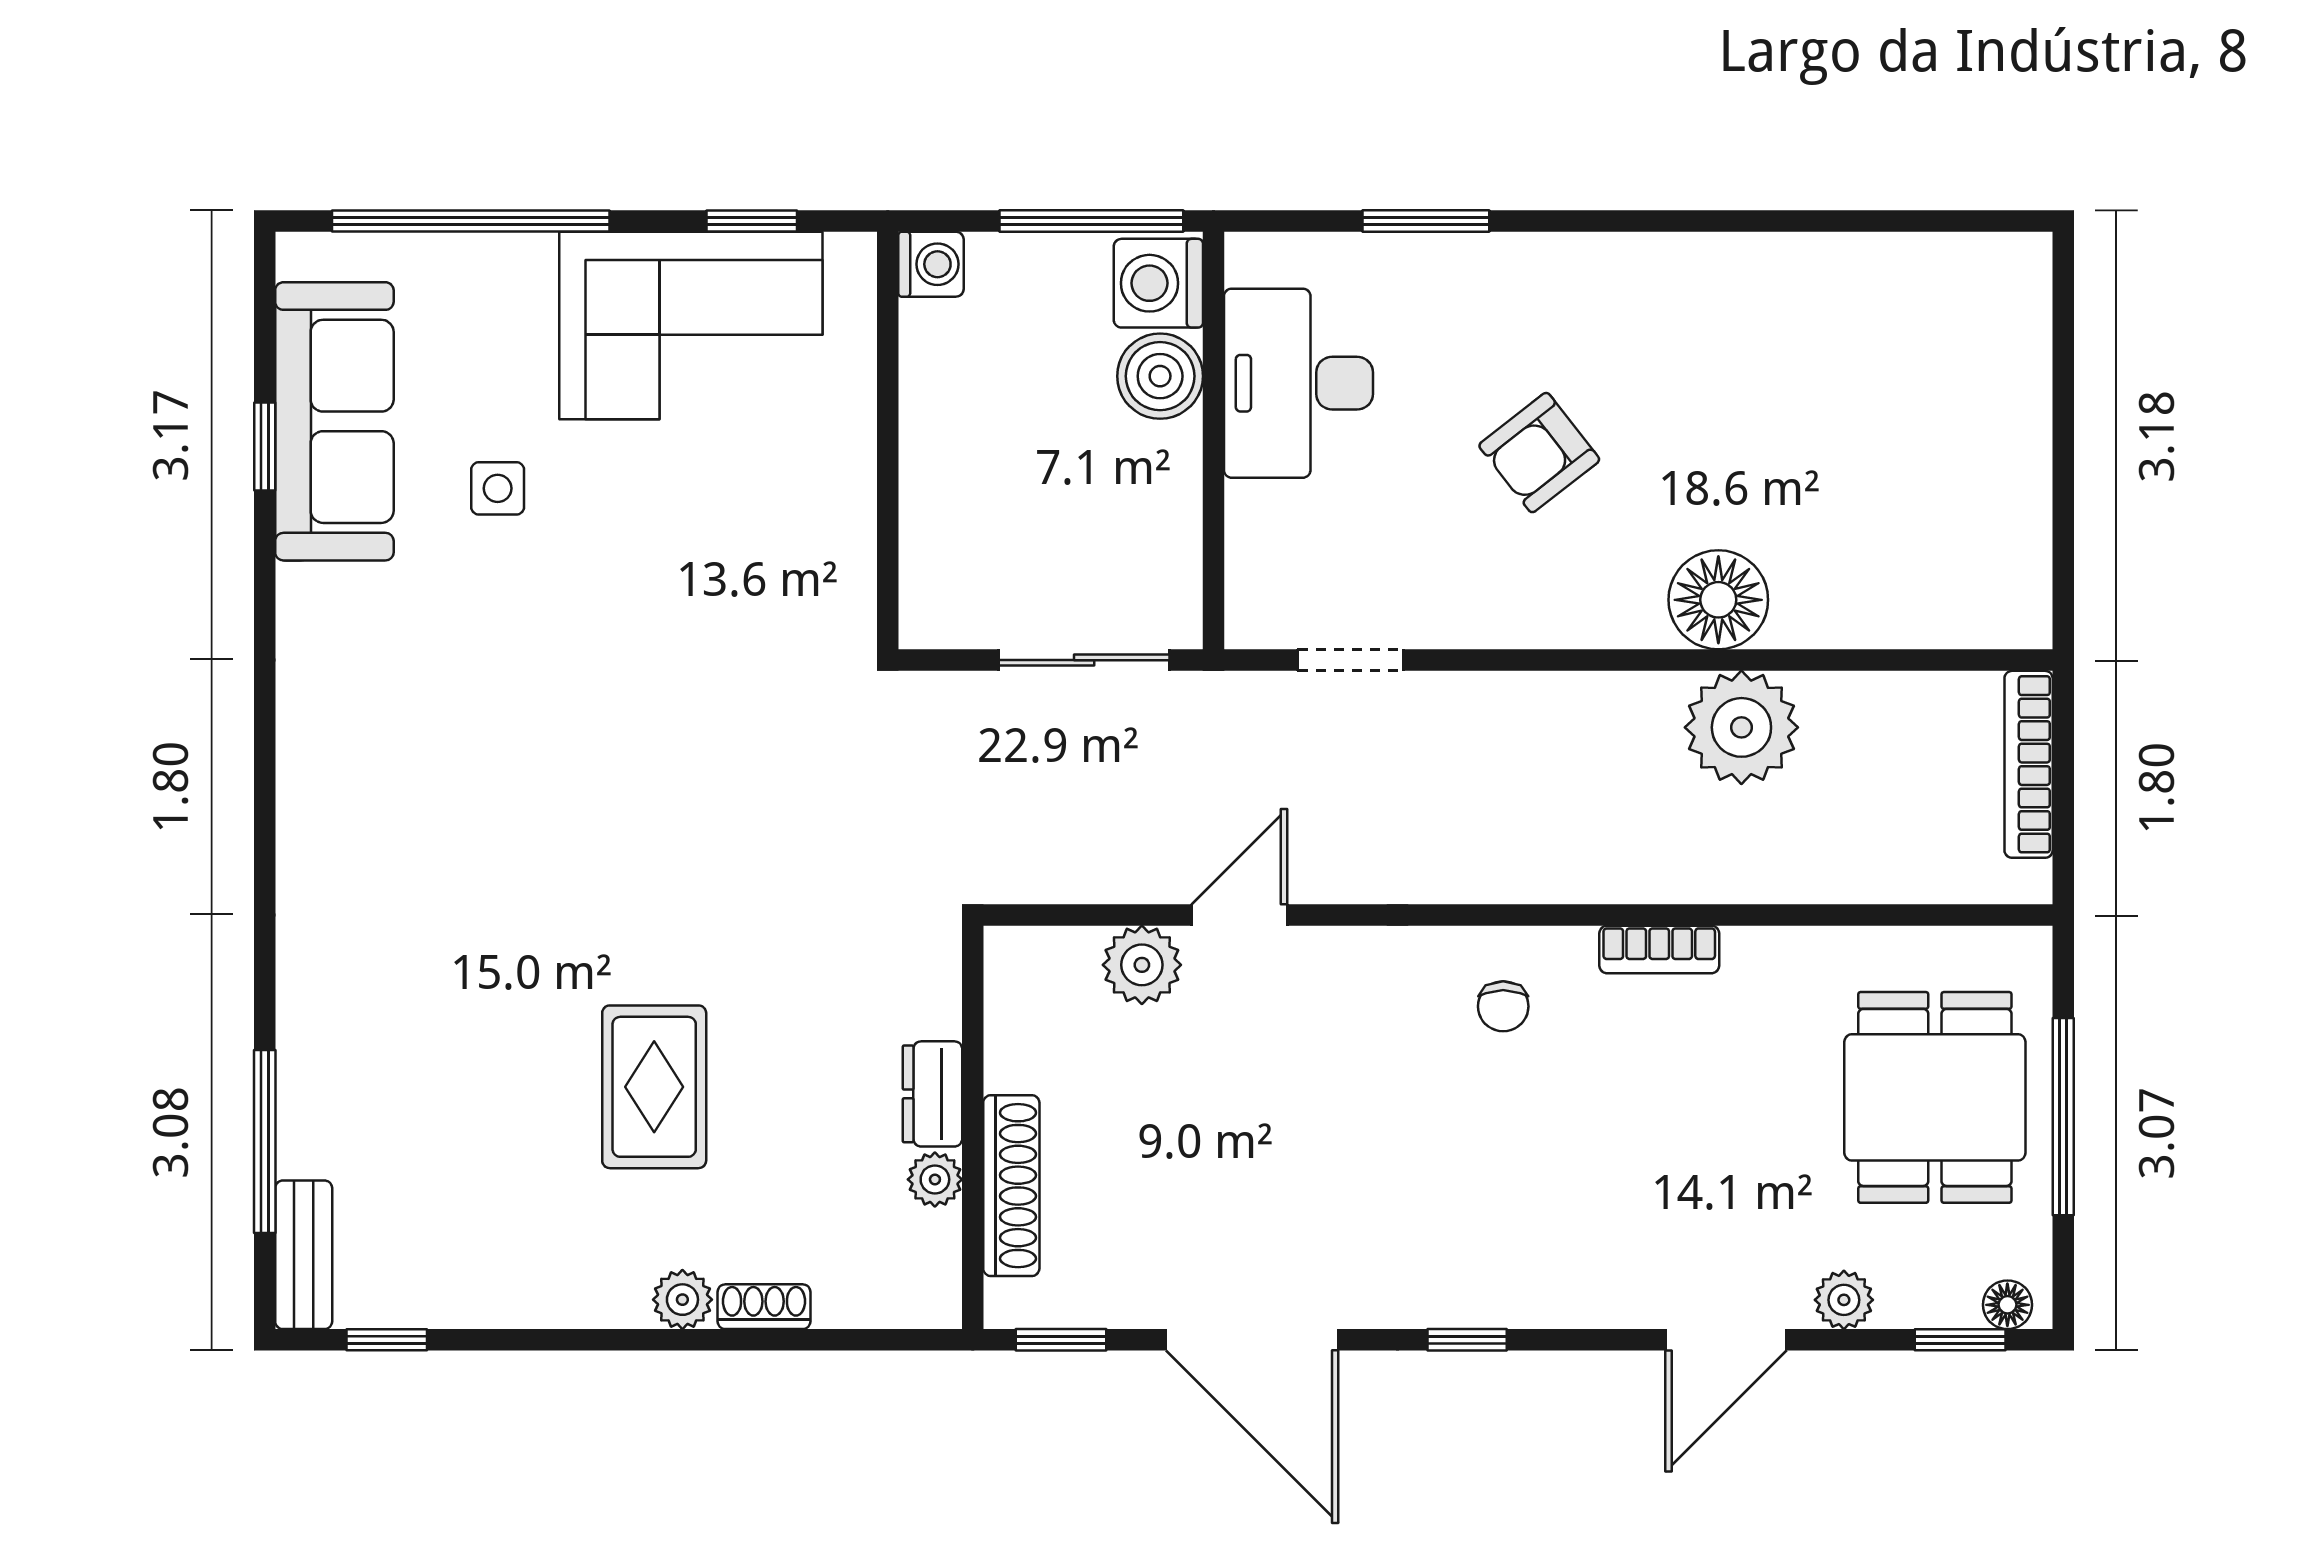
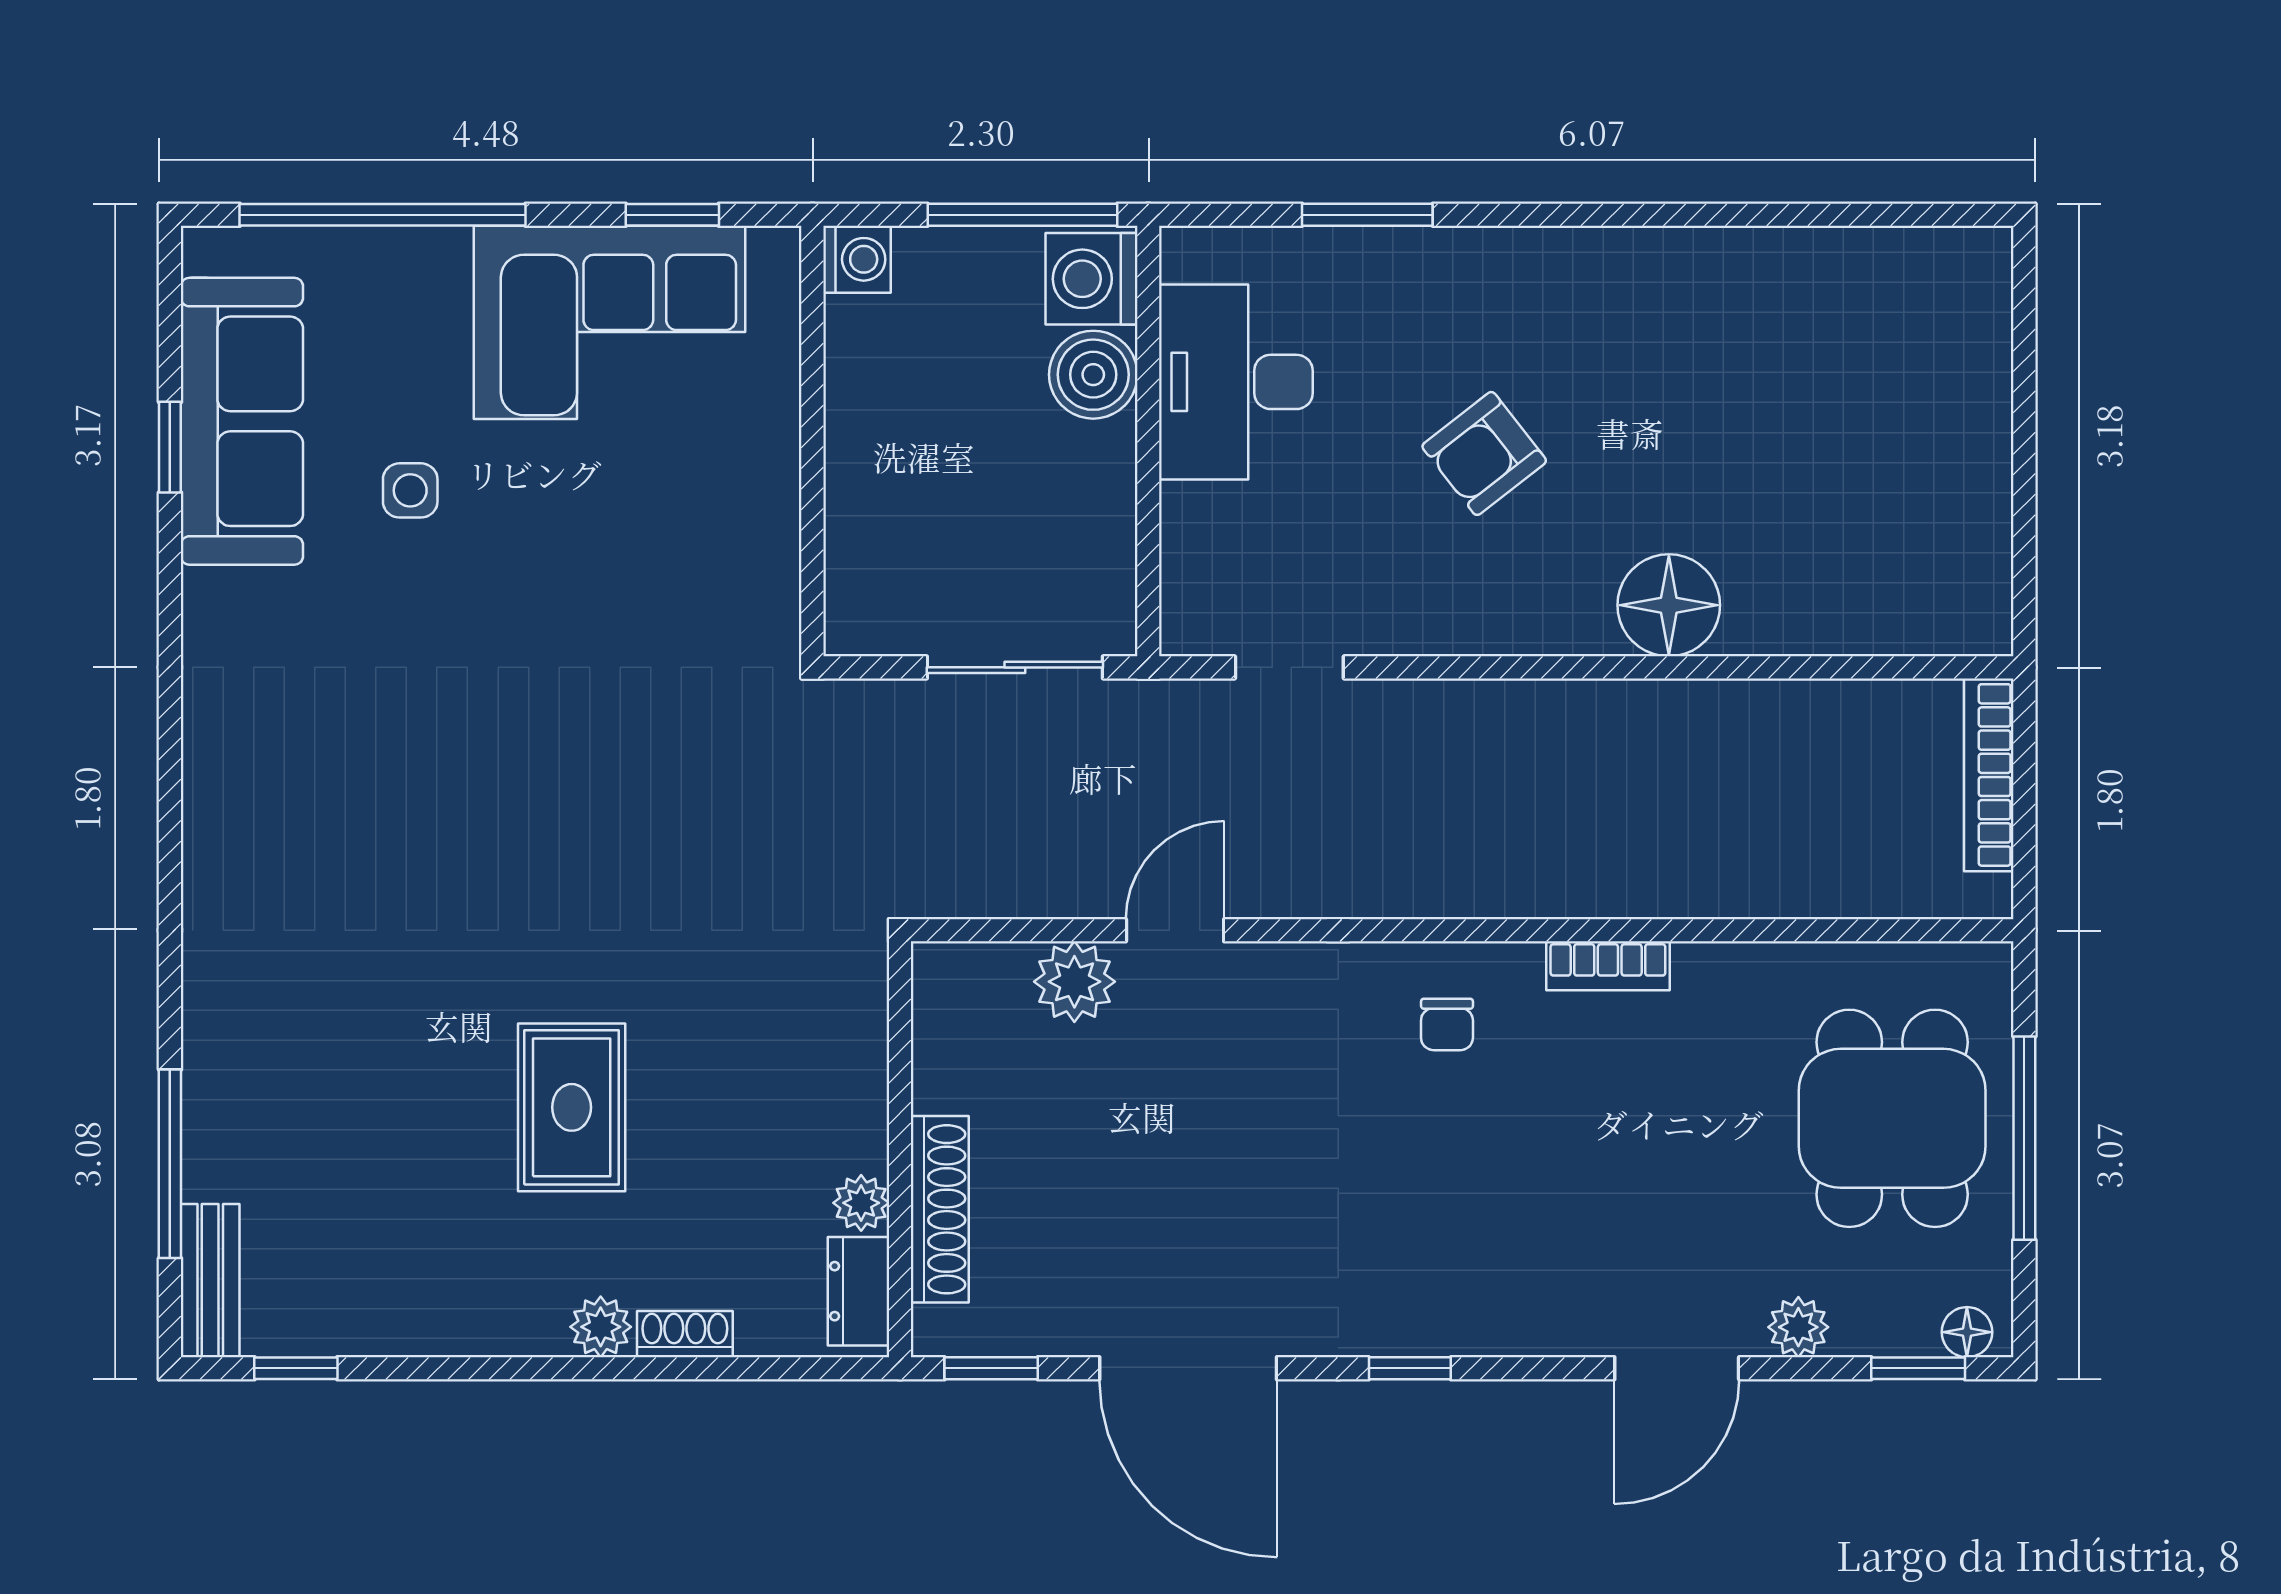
plant: (1741, 727) -> (1693, 737), removed
dresser: (932, 1094) -> (859, 1291), moved

